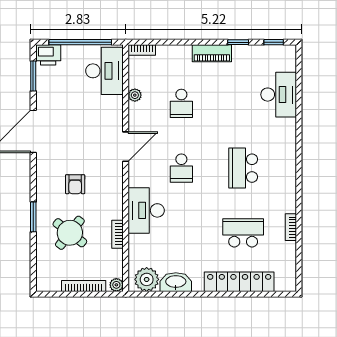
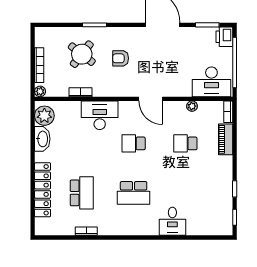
piano: (212, 53) -> (226, 139), moved
desk: (279, 95) -> (172, 221), moved, width x0.73
school desk: (243, 168) -> (134, 193), turned 180

